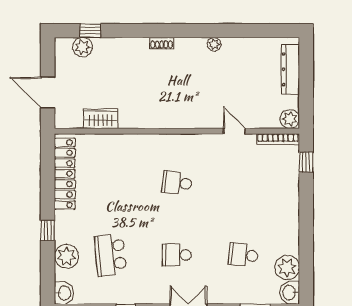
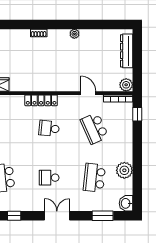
locker: (165, 142) -> (41, 100), added
school desk: (243, 183) -> (94, 128), added
school desk: (243, 255) -> (94, 178), width x1.85
plant: (287, 268) -> (124, 170), moved

